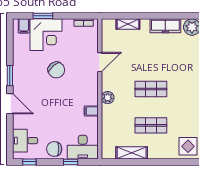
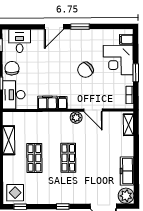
window: (43, 16) -> (136, 73), moved
shelving: (128, 24) -> (128, 125), moved
filing cabinet: (91, 95) -> (62, 103), added
plant: (108, 98) -> (76, 118), moved
filing cabinet: (91, 111) -> (47, 102), width x2.00

